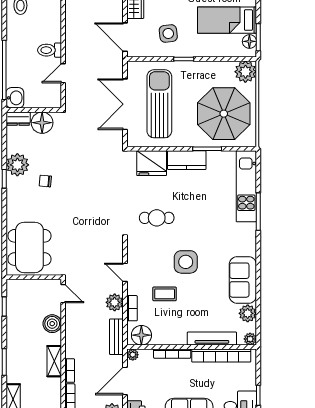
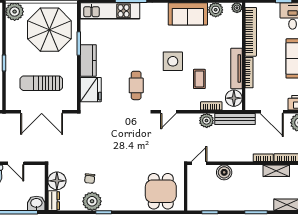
sun lounger: (159, 104) -> (41, 83), width x0.73, depth x0.75
chair: (45, 181) -> (90, 179), moved
dining table: (29, 247) -> (161, 191), width x0.73
door: (125, 272) -> (168, 112), moved
bench: (116, 337) -> (235, 119), width x1.36
tv unit: (212, 339) -> (237, 68), moved
plant: (133, 355) -> (250, 105), removed
shelving: (54, 361) -> (276, 171), moved

